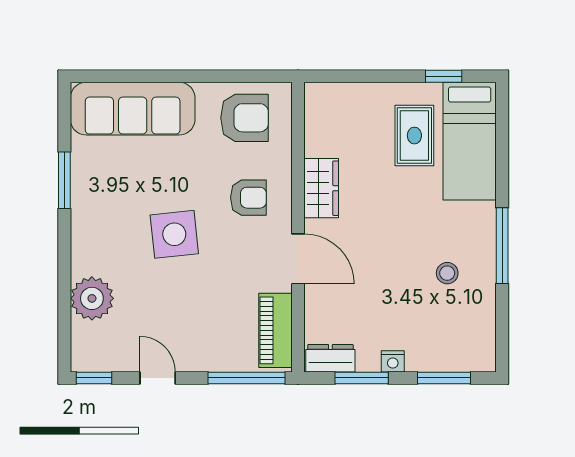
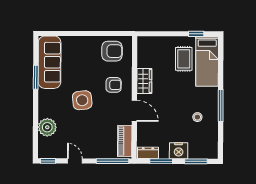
sofa: (133, 109) -> (50, 62), moved, turned -90
nightstand: (393, 361) -> (179, 151), width x1.89, depth x1.79

